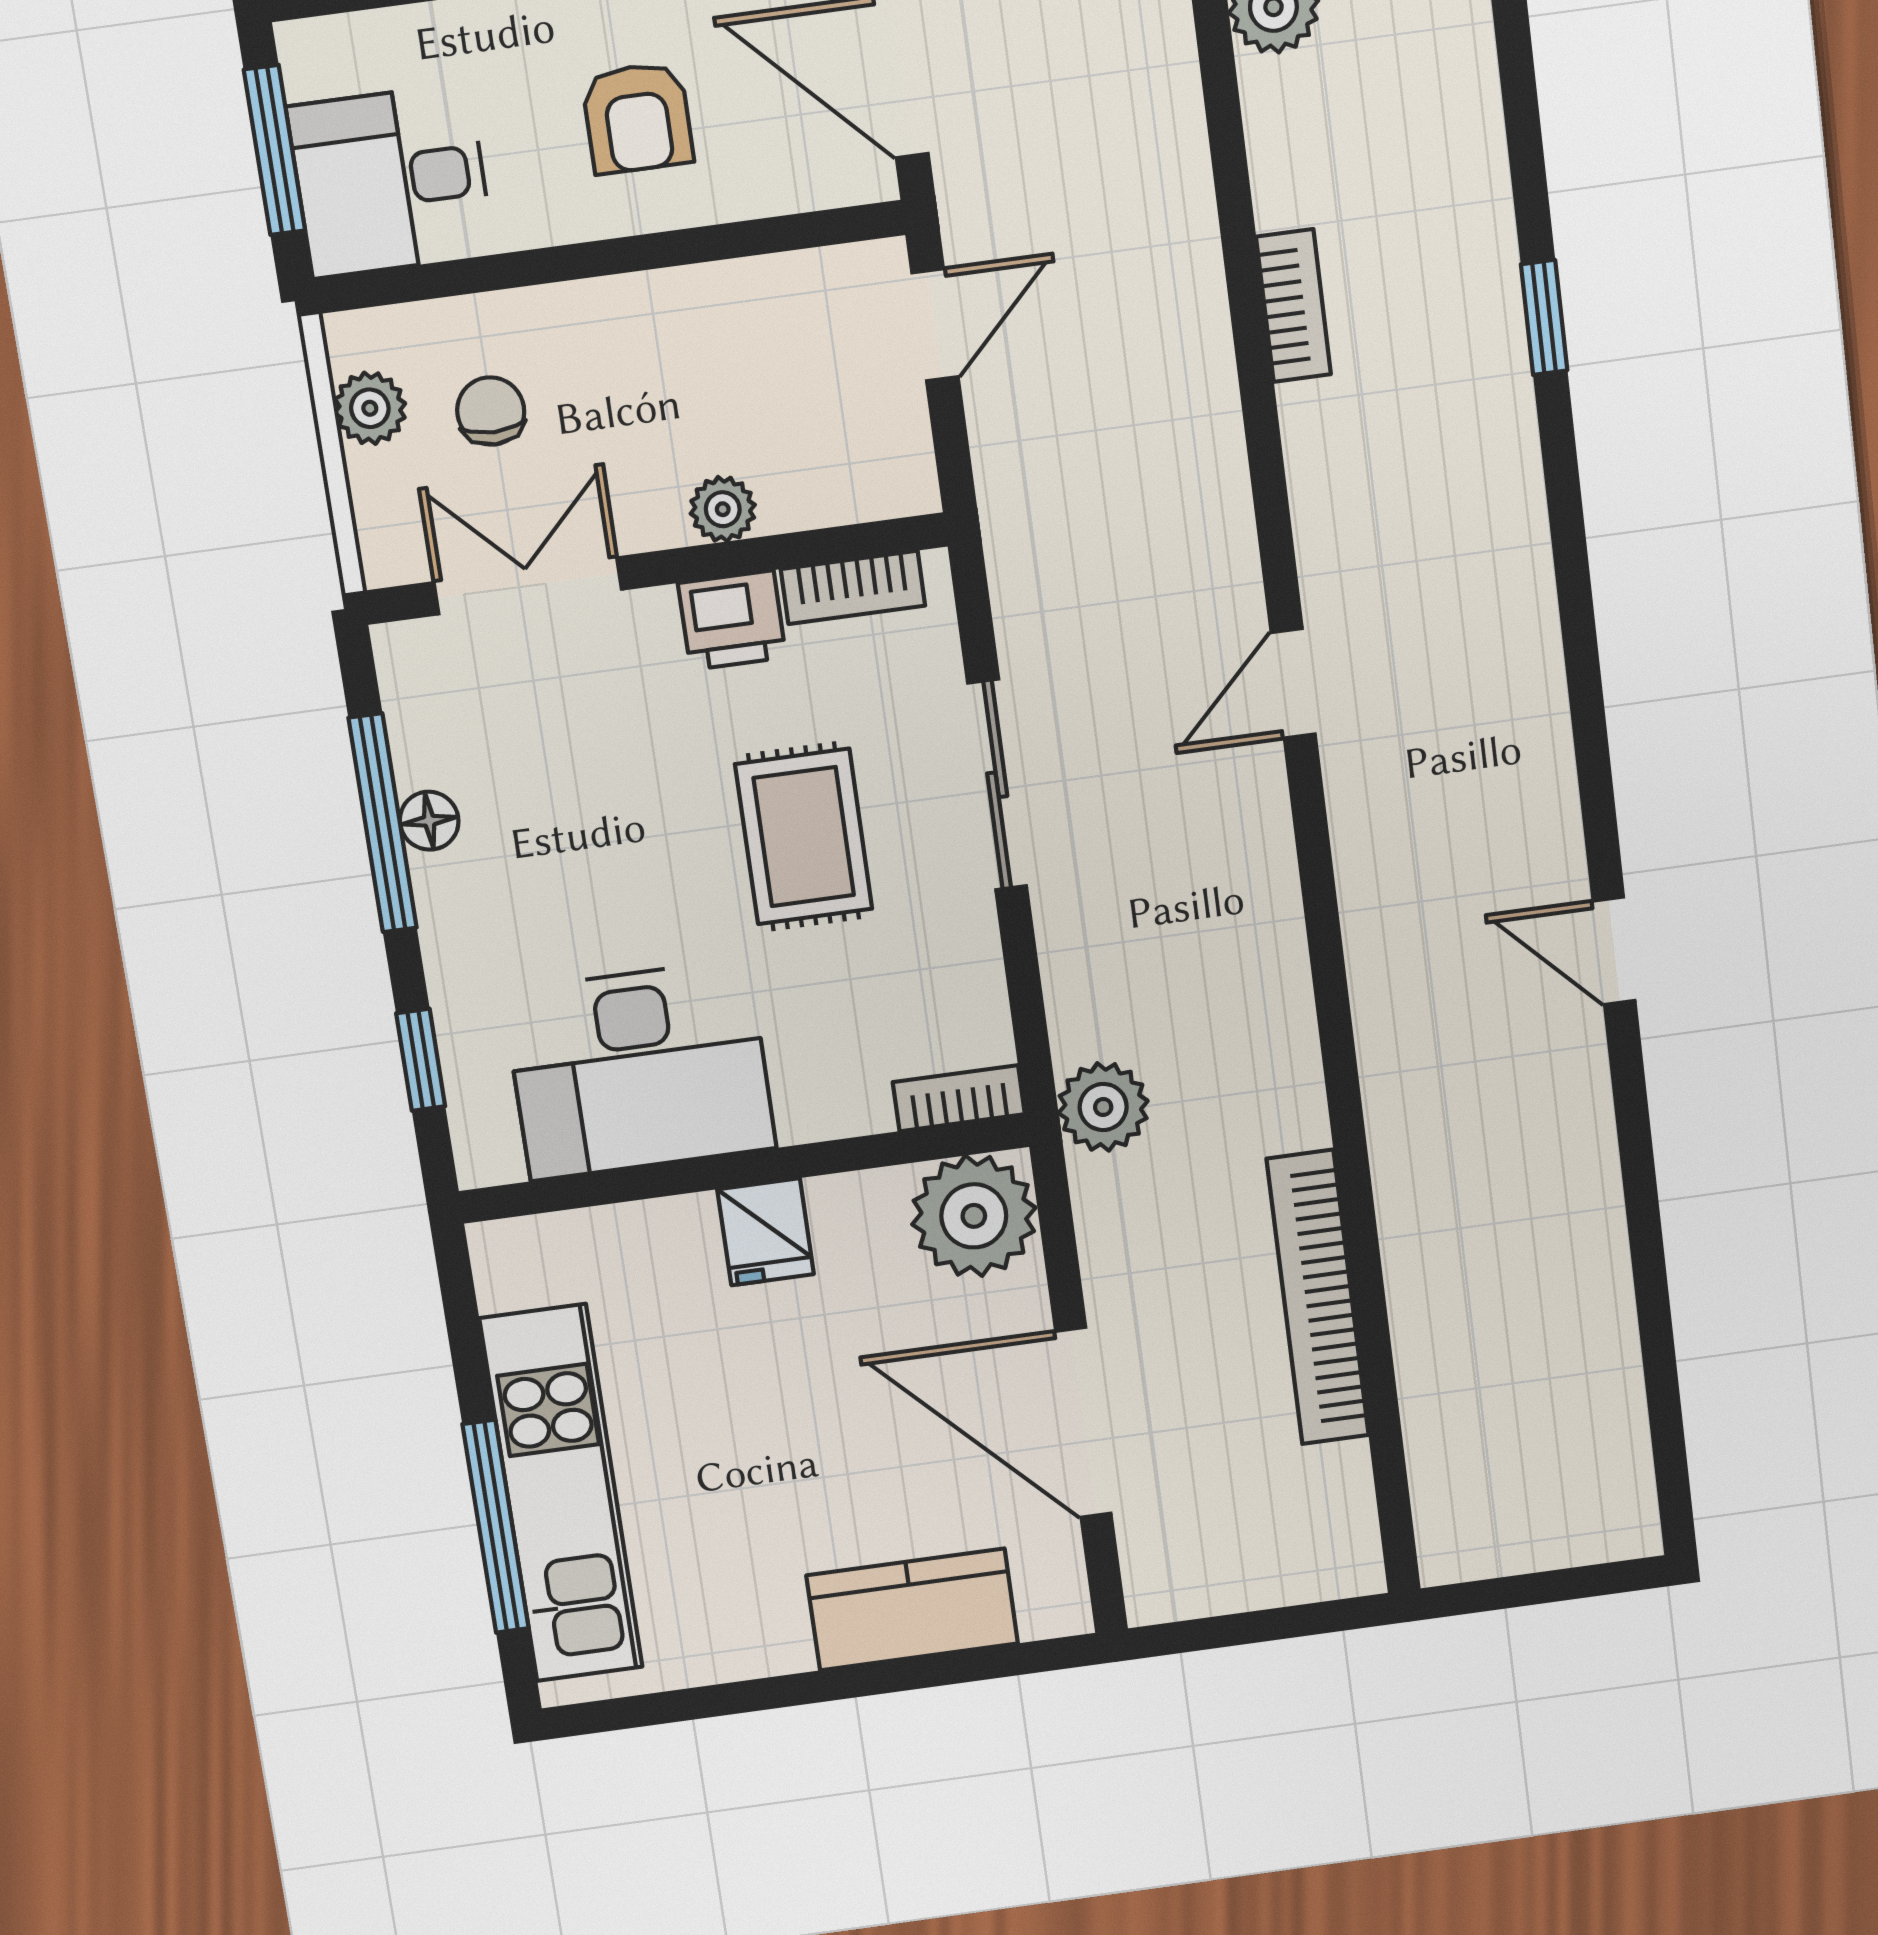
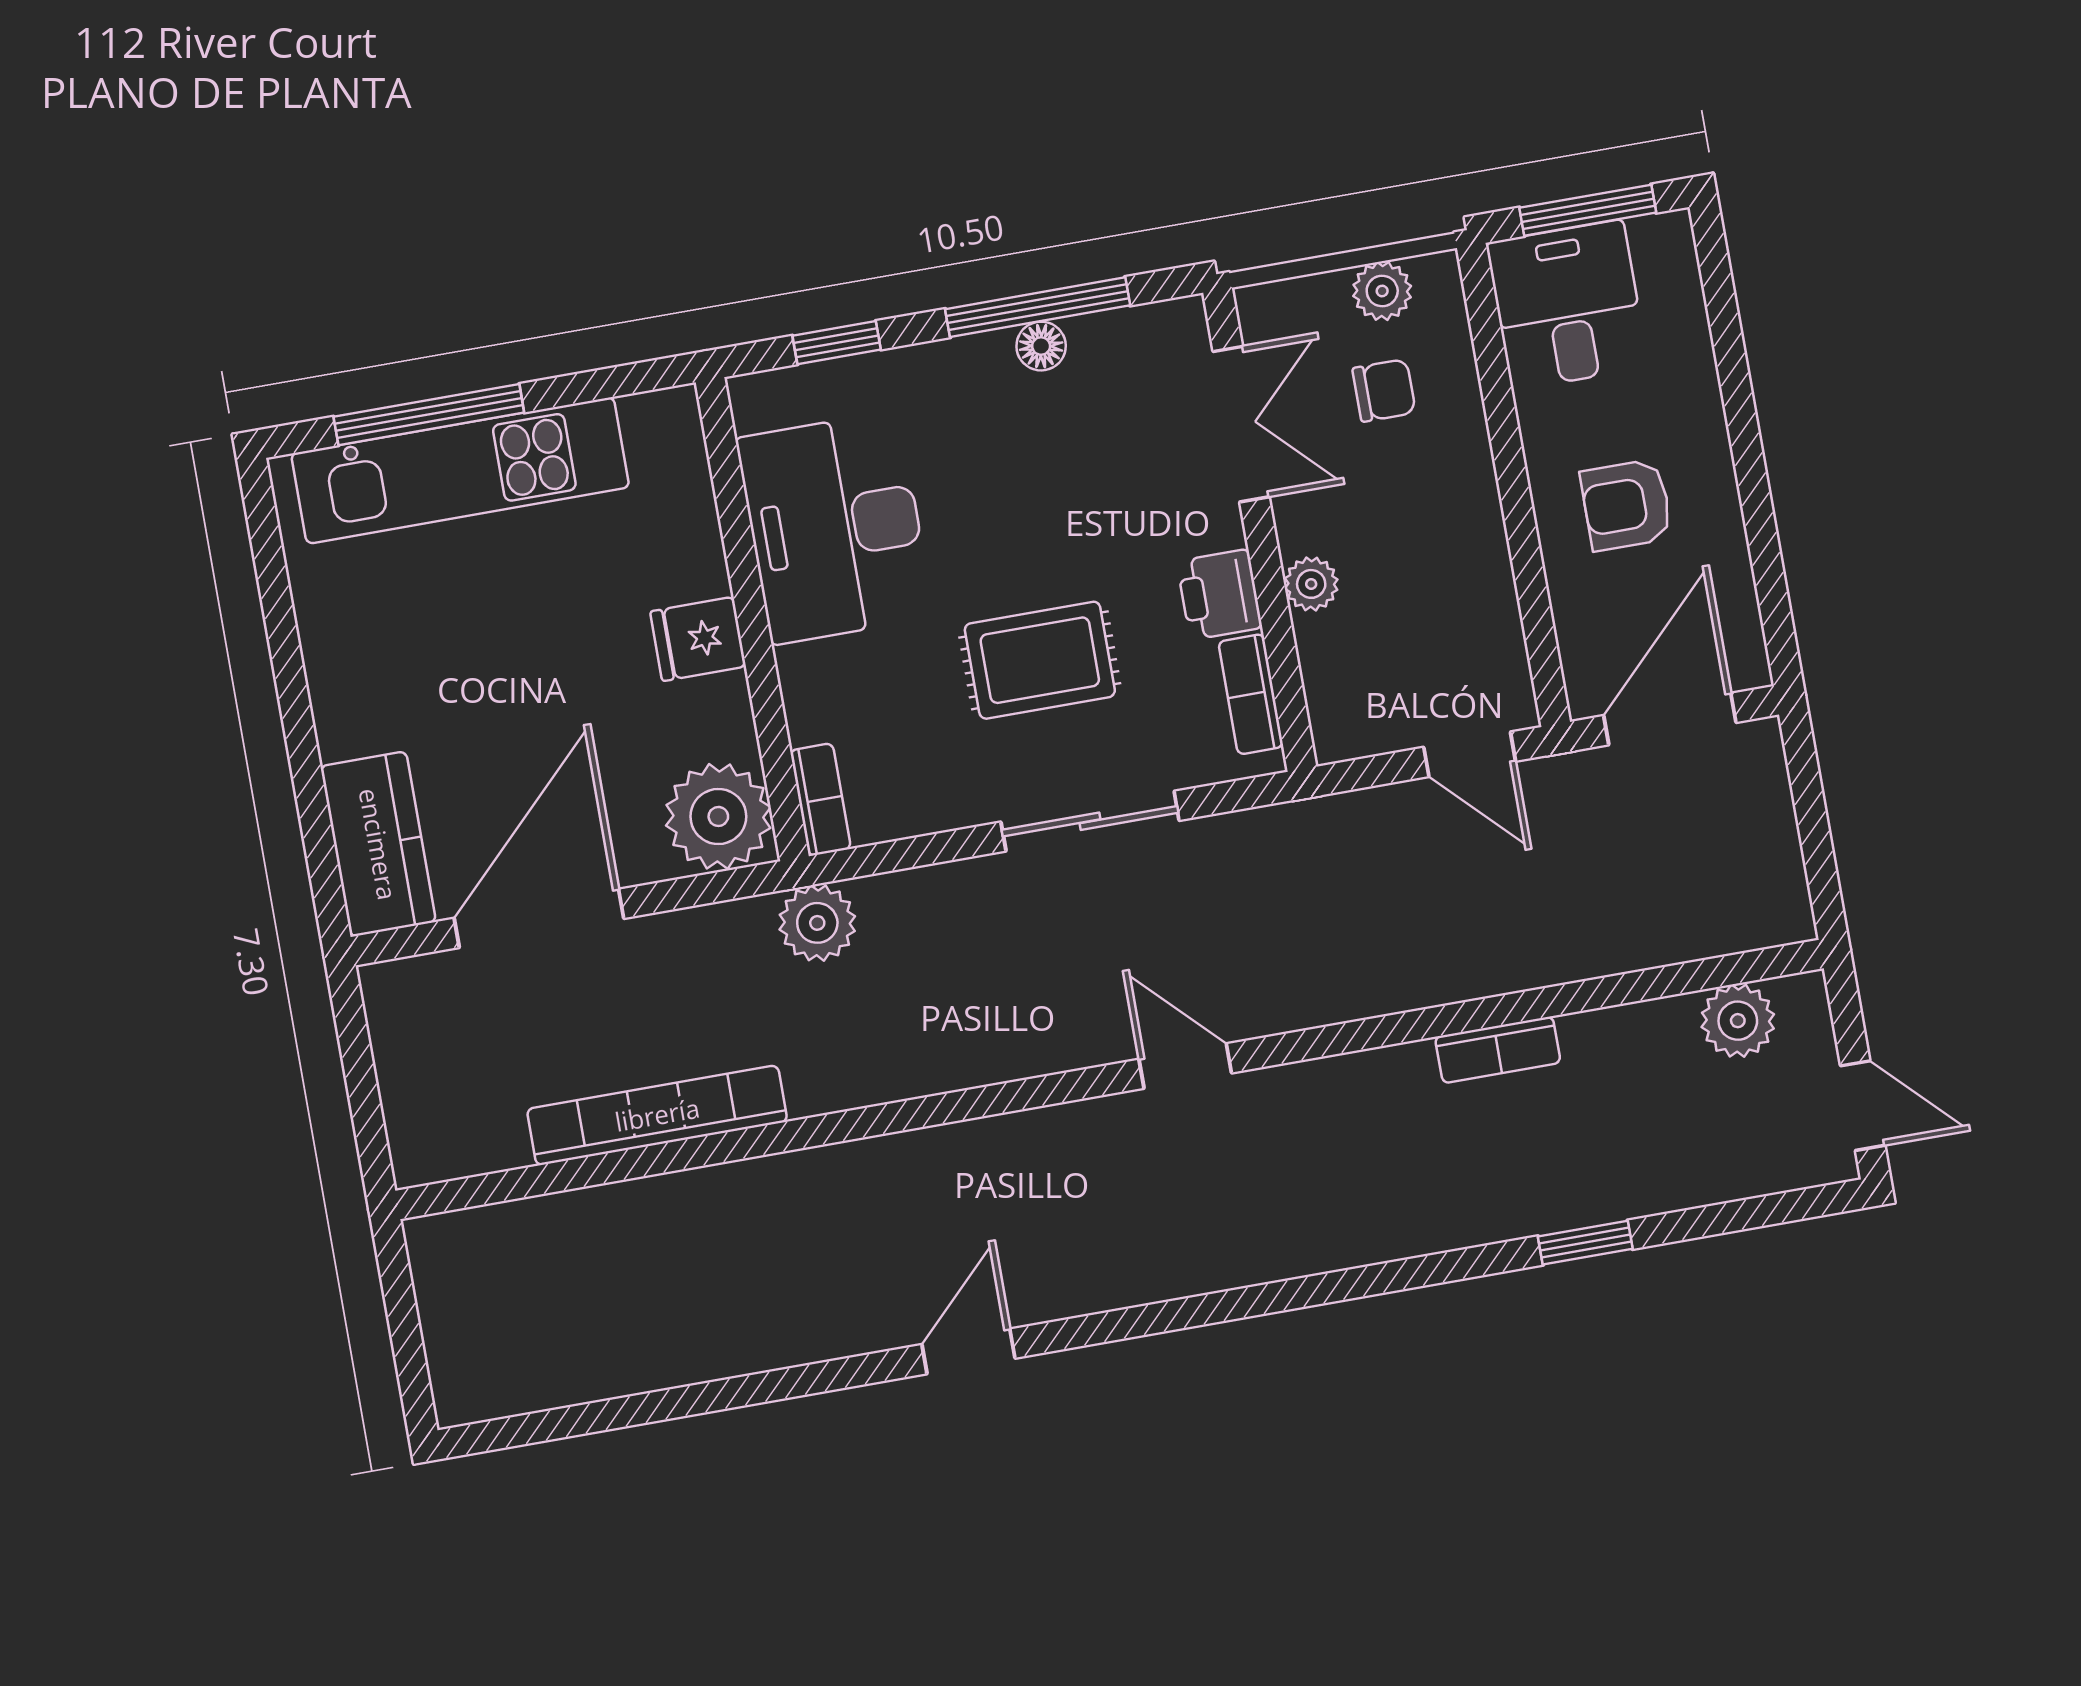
window: (1544, 317) -> (1585, 1243), moved
kitchen counter: (912, 1609) -> (378, 844), moved

